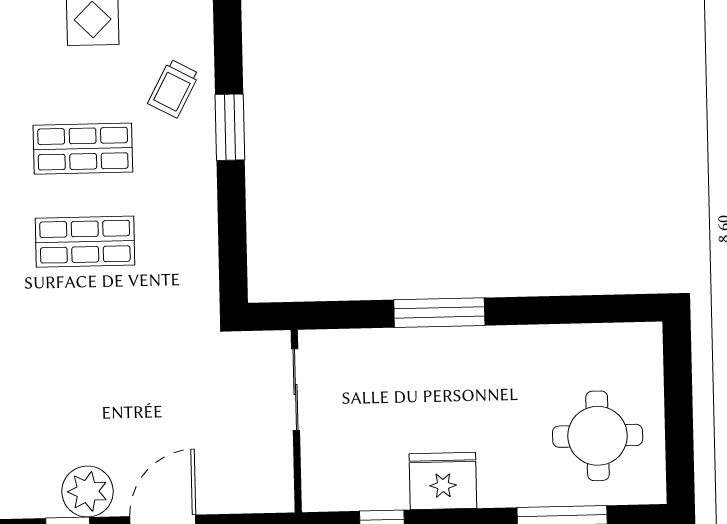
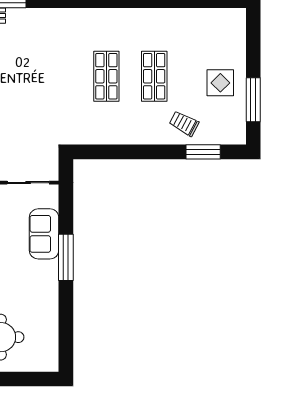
window: (230, 127) -> (203, 152), moved
sofa: (395, 356) -> (44, 234), added

